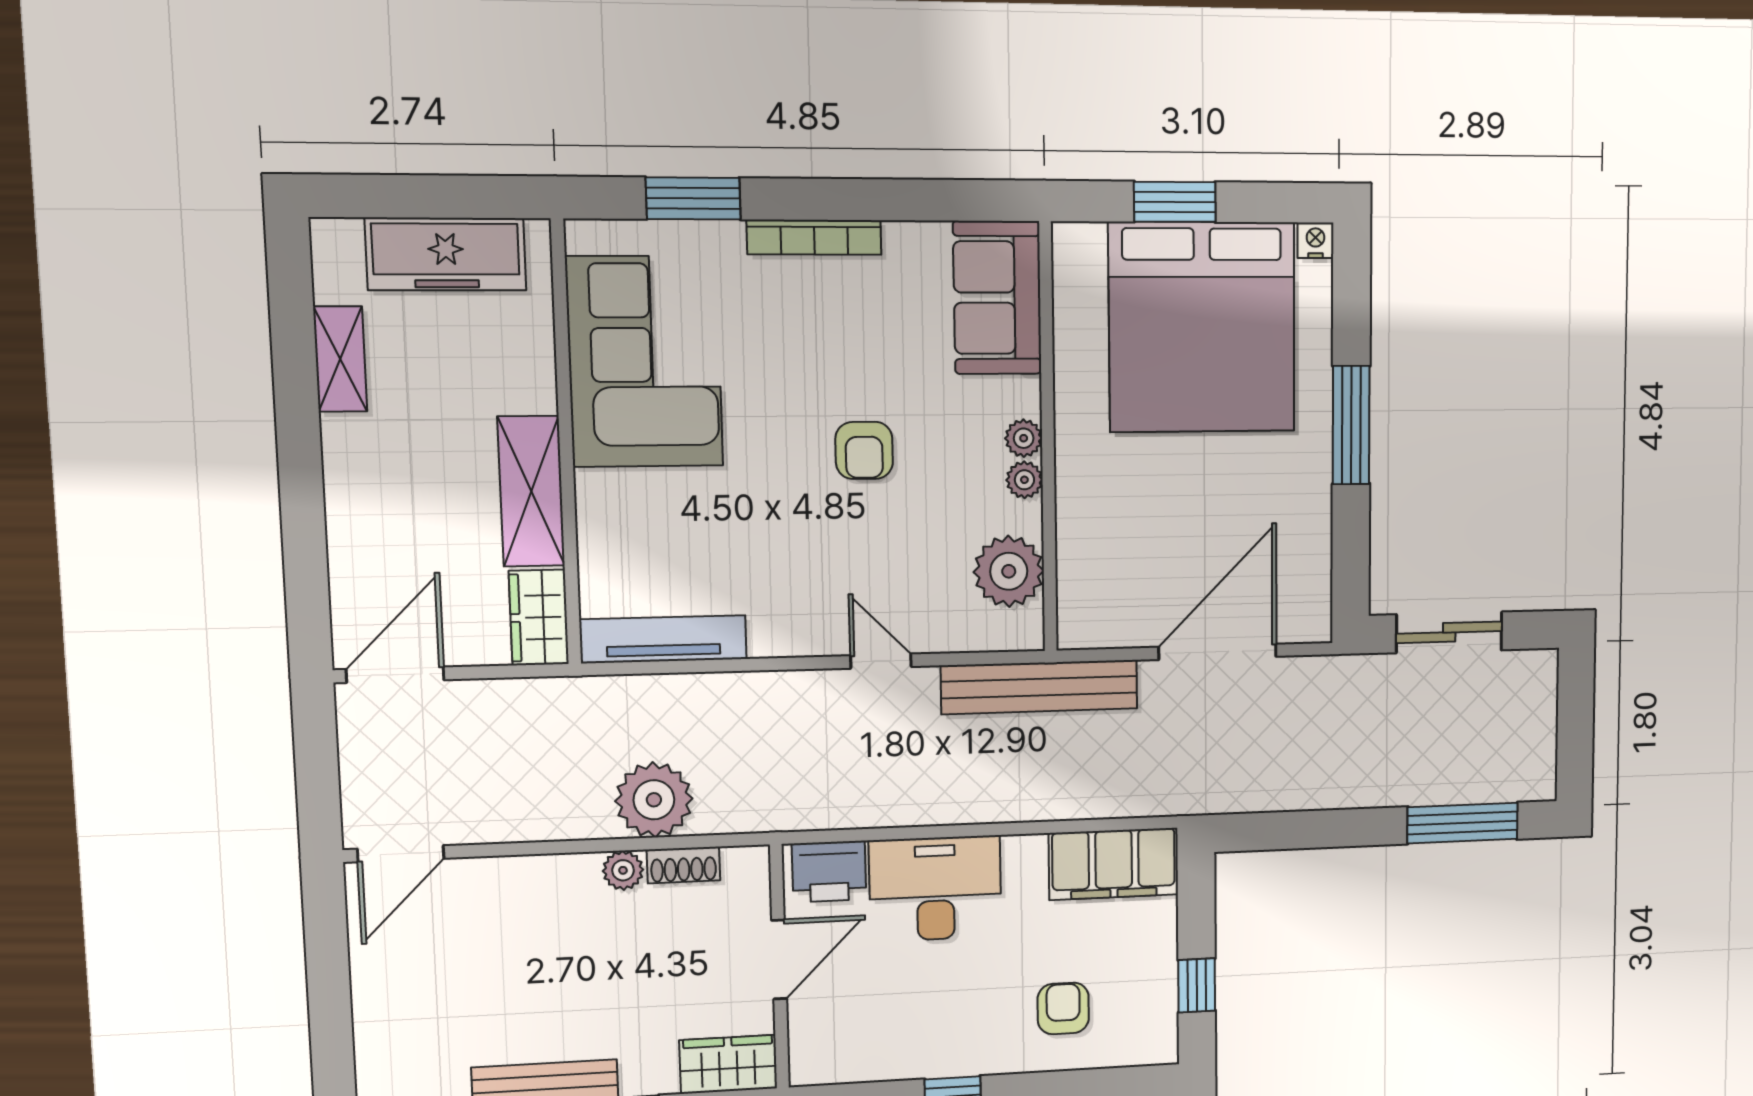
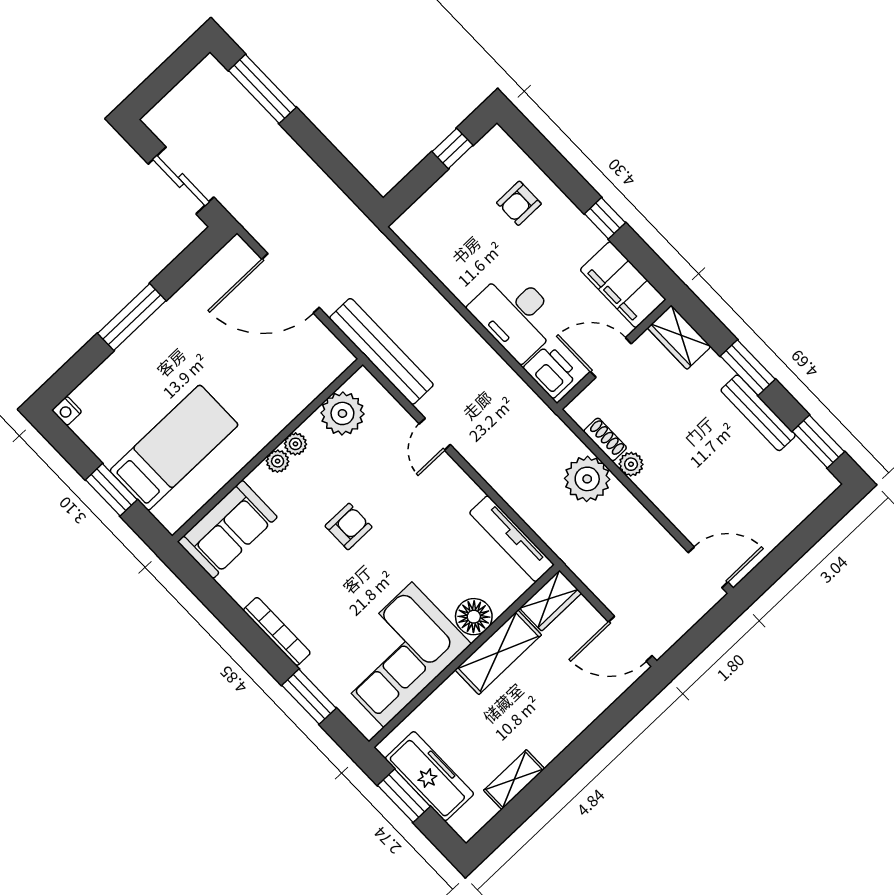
window: (449, 197) -> (404, 796), added
bed: (1202, 327) -> (174, 448), width x0.49
floor lamp: (606, 502) -> (474, 617), added
filing cabinet: (1114, 864) -> (623, 285), moved, turned 180

